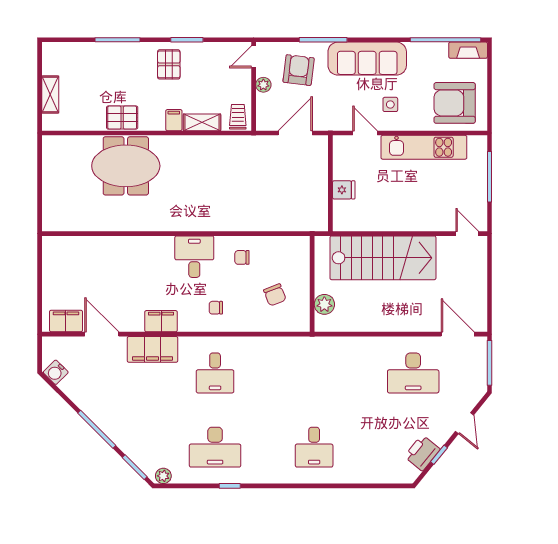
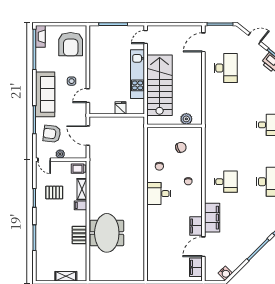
pallet: (169, 64) -> (54, 193), moved
kitchen unit: (424, 147) -> (137, 74), moved, turned 180
filing cabinet: (161, 321) -> (196, 226), moved

